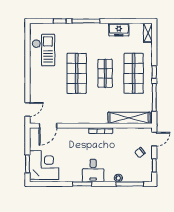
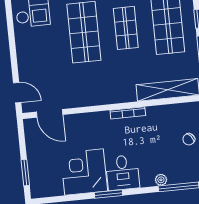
door: (28, 109) -> (17, 93), hinge flipped
door: (48, 126) -> (50, 113), hinge flipped
corner desk: (44, 165) -> (84, 172), moved, turned -90

